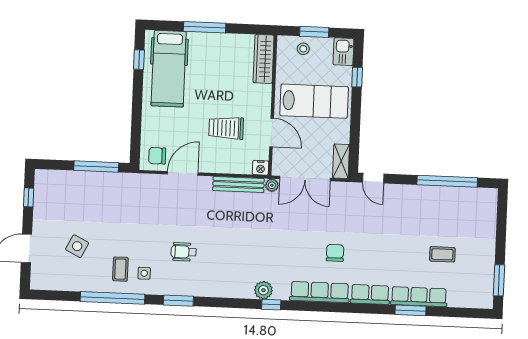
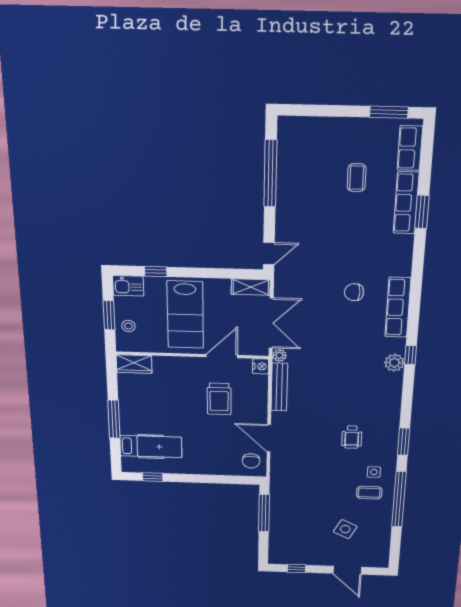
wardrobe: (264, 59) -> (134, 364), width x0.67
hospital bed: (169, 69) -> (151, 447), width x0.73, depth x0.78
lab bench: (314, 101) -> (185, 315), turned 180
row of seats: (370, 294) -> (410, 148), moved

